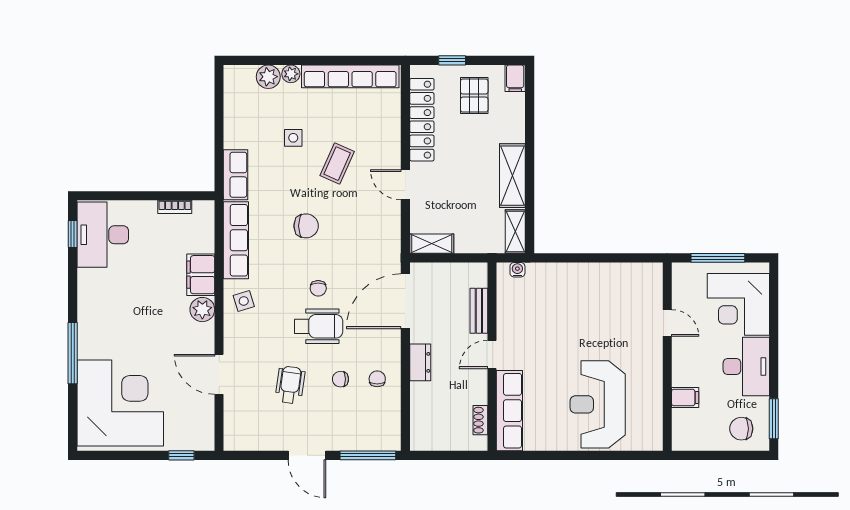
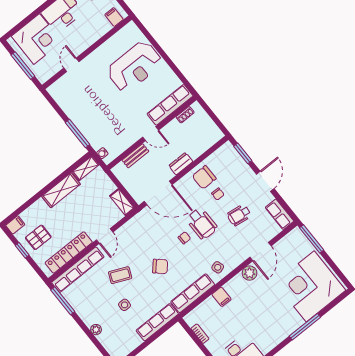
window: (365, 60) -> (63, 301), added
window: (452, 60) -> (22, 250), moved
row of seats: (350, 76) -> (78, 270), moved, turned 90
plant: (268, 77) -> (106, 339), removed
row of seats: (235, 175) -> (157, 322), width x1.48
chair: (306, 226) -> (160, 266), turned 132
window: (570, 258) -> (77, 133), added
filing cabinet: (201, 275) -> (222, 297), width x0.50
plant: (202, 310) -> (250, 273), moved
wheelchair: (318, 326) -> (202, 224), turned 180
chair: (377, 379) -> (204, 177), width x1.87, depth x1.87
filing cabinet: (685, 398) -> (114, 17), moved
row of seats: (248, 439) -> (280, 214), added
window: (181, 455) -> (312, 239), width x2.17
window: (368, 455) -> (243, 153), width x0.69

